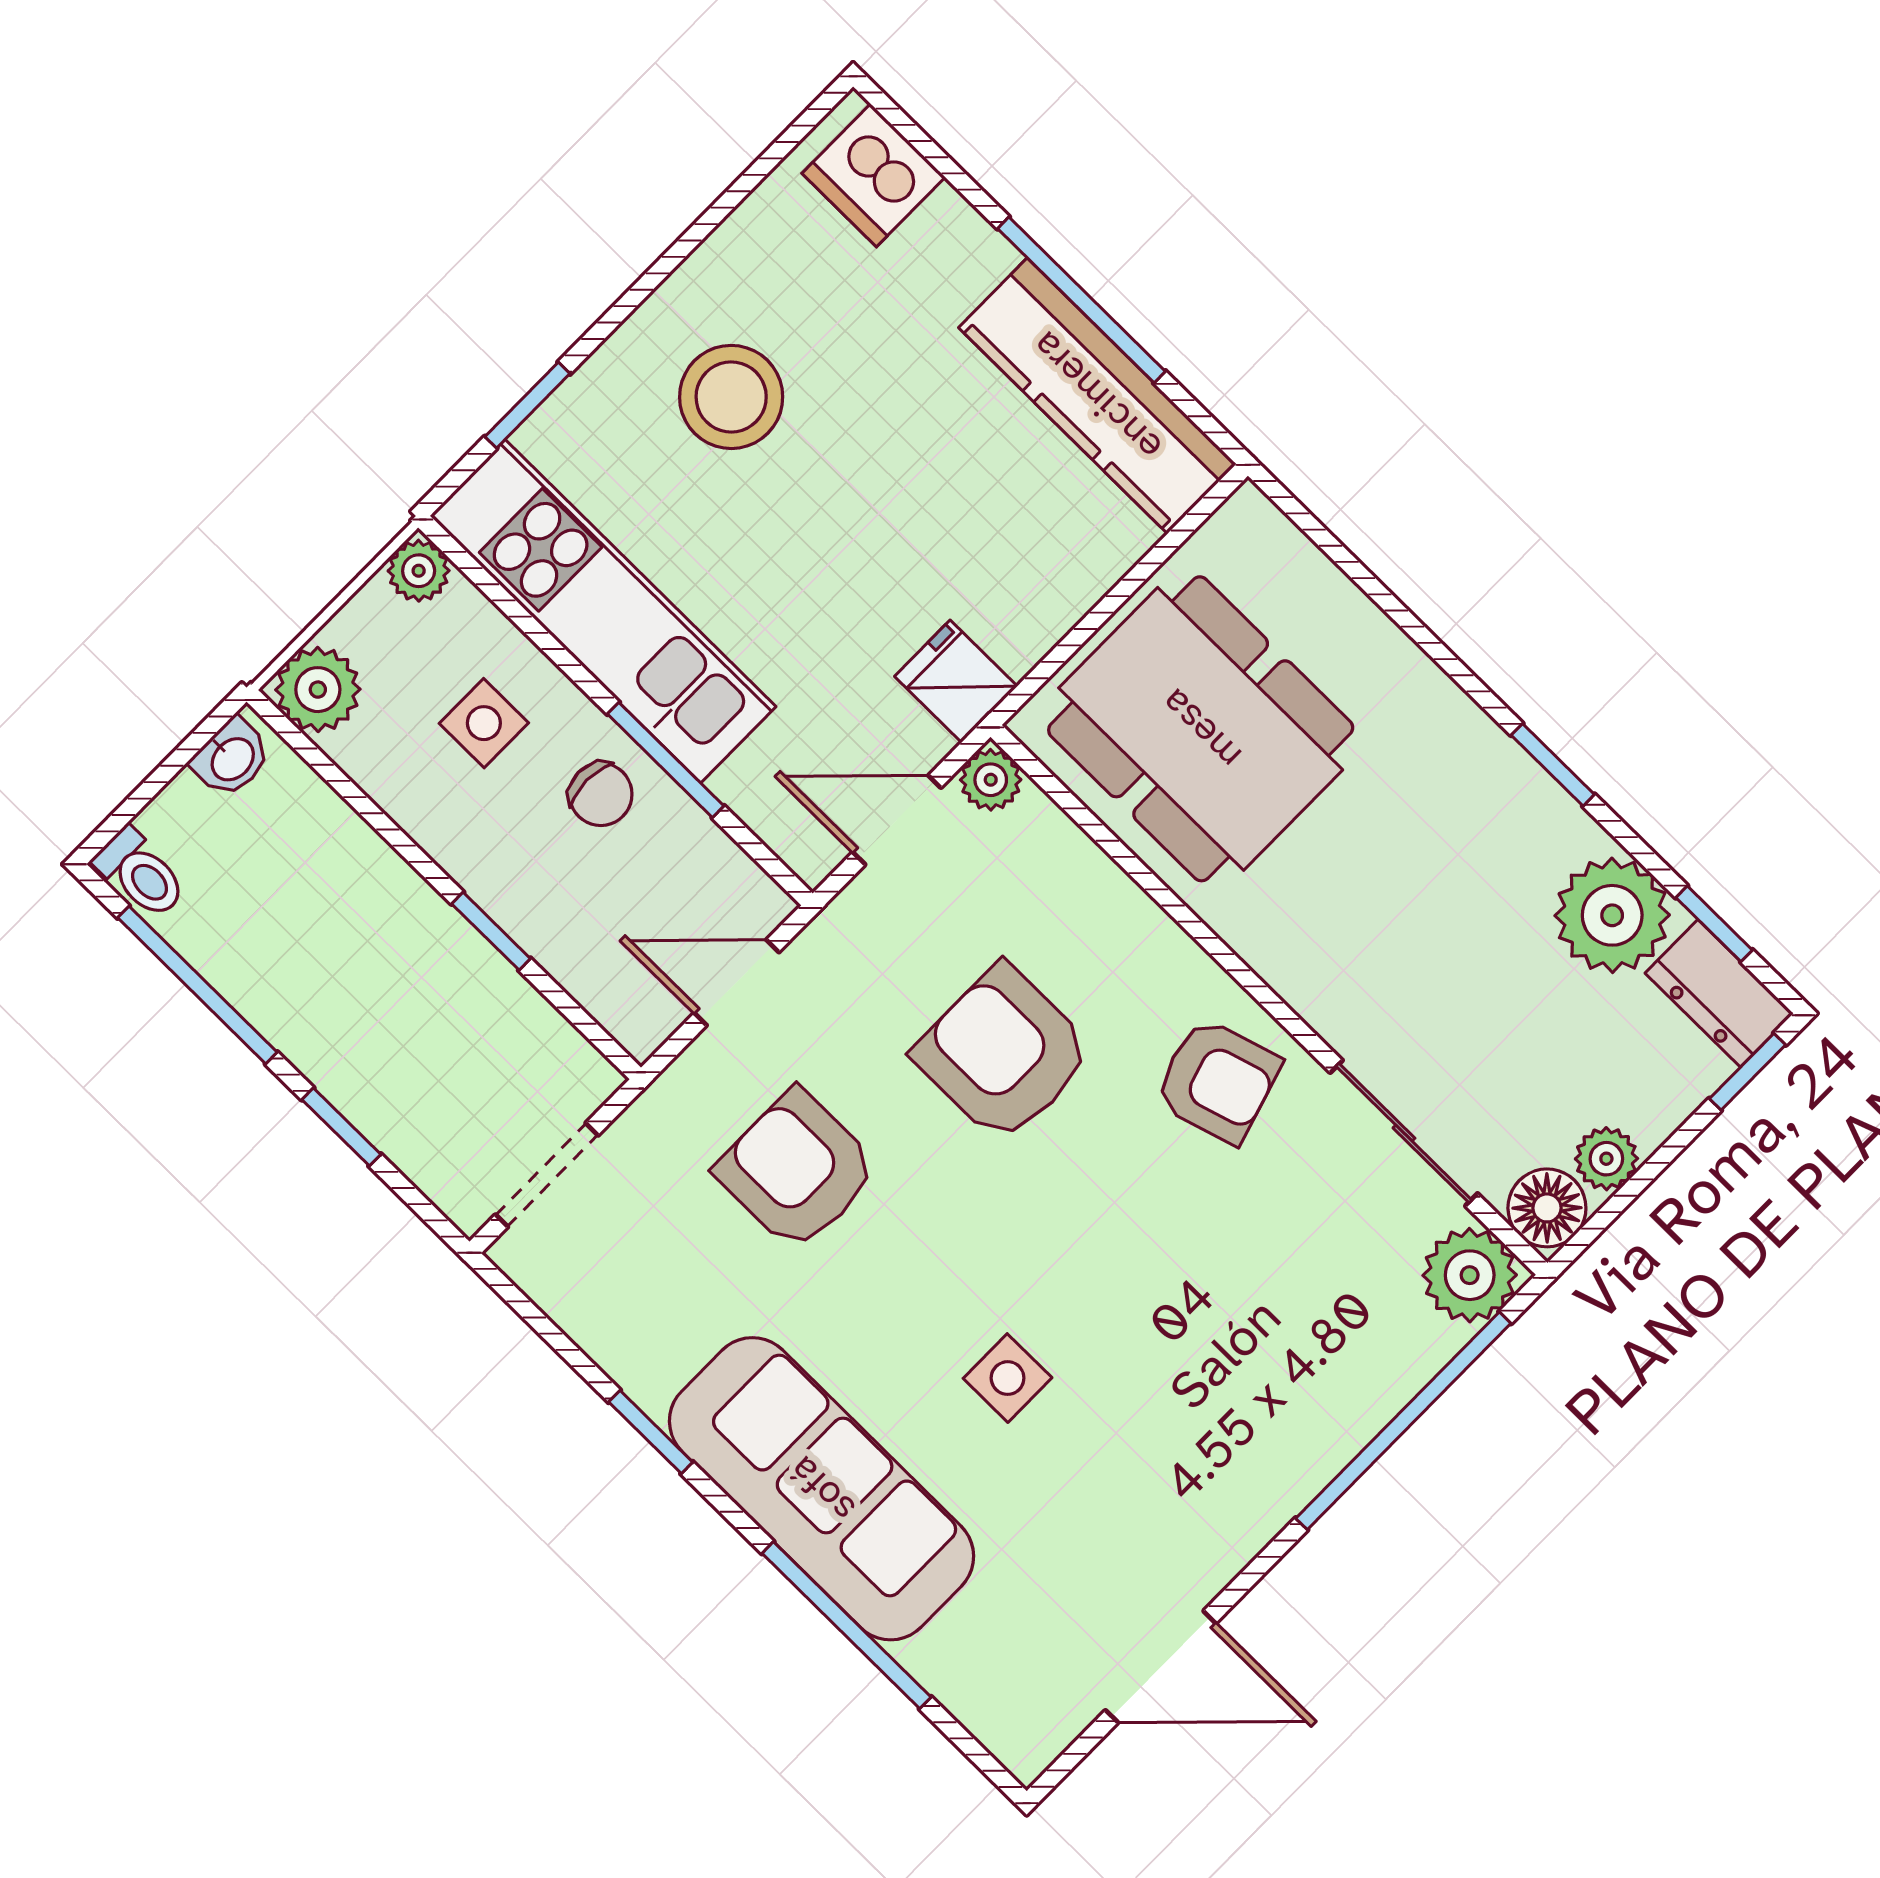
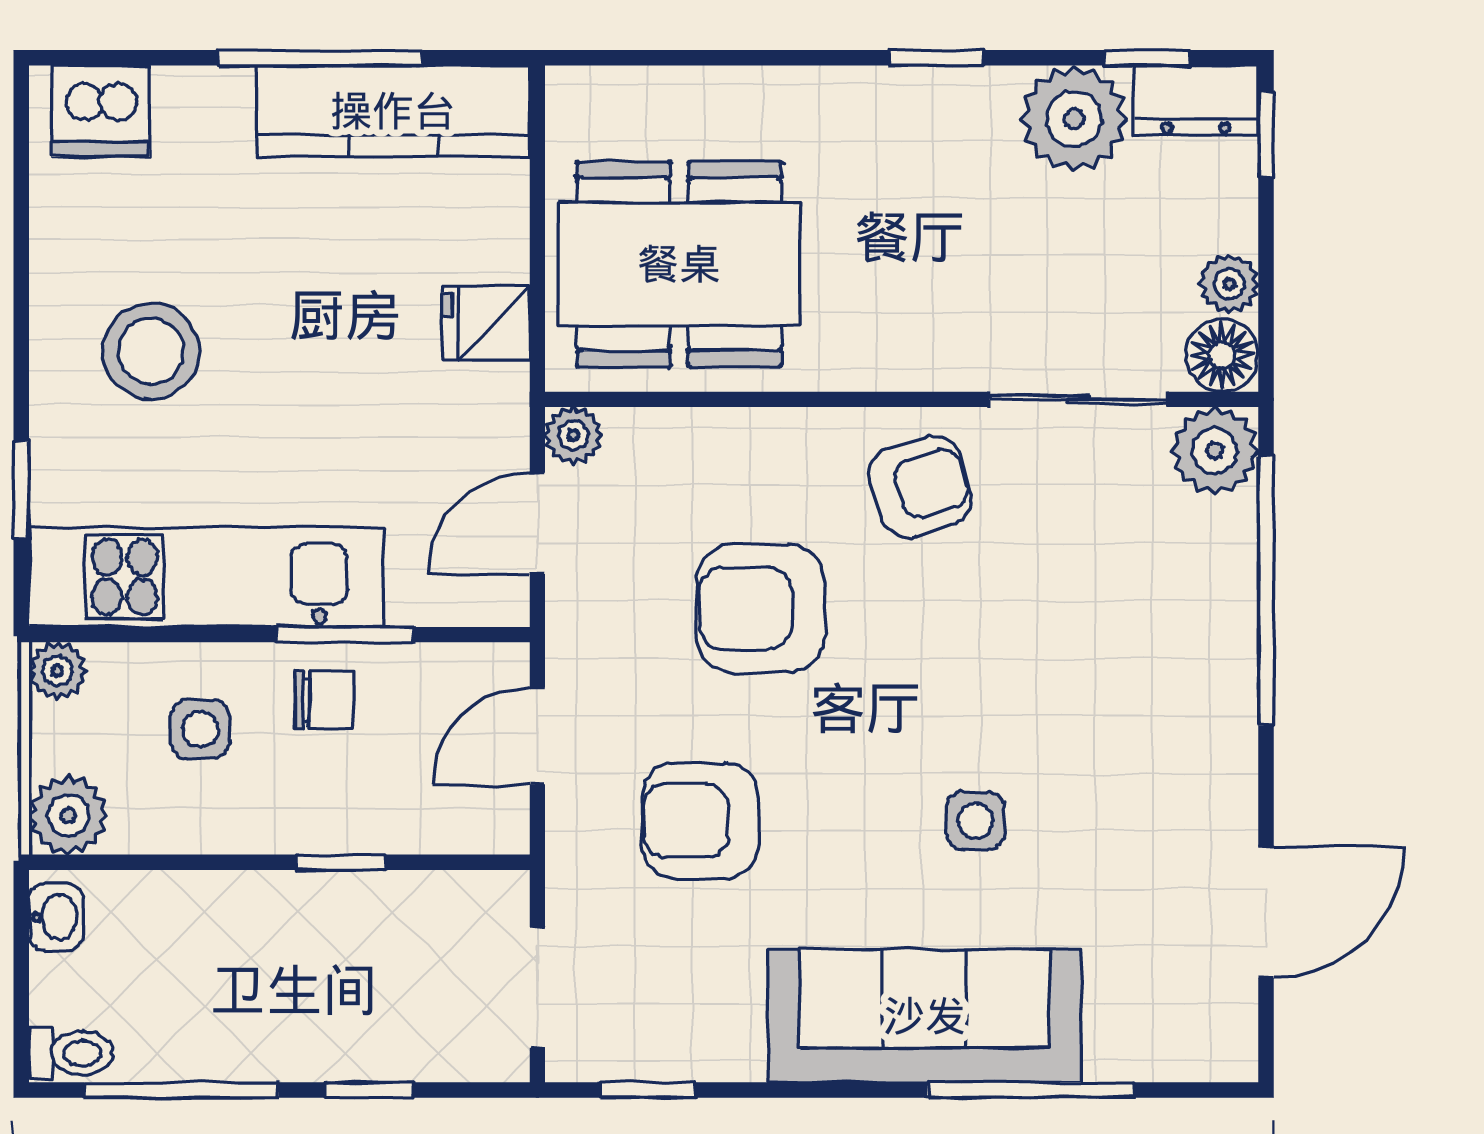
fridge: (956, 681) -> (486, 323), moved
window: (651, 1432) -> (648, 1090), moved

